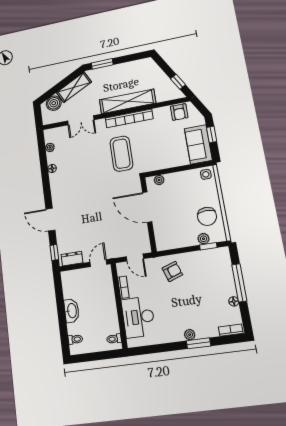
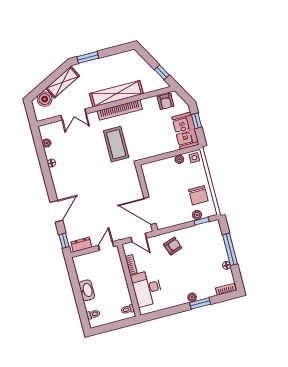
plant: (159, 180) -> (179, 159), moved
door: (147, 207) -> (150, 211), moved
door: (50, 220) -> (56, 211), swing flipped

